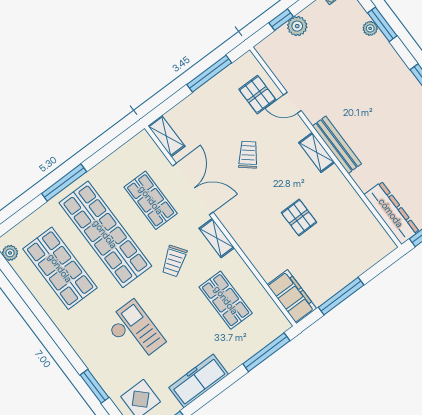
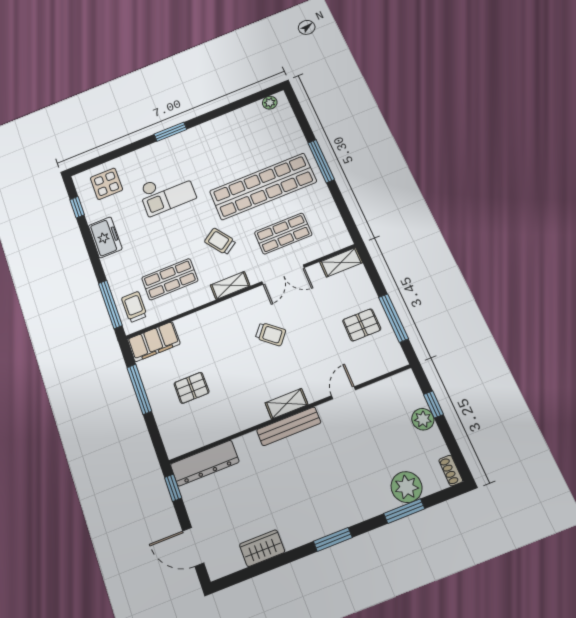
plant: (370, 28) -> (407, 487), width x1.88, depth x1.88
pallet: (257, 95) -> (362, 325), moved
trolley: (248, 155) -> (271, 334), moved
double door: (193, 189) -> (283, 275), width x0.73
pallet: (299, 218) -> (191, 388), moved
shop shelf: (60, 268) -> (243, 141), removed
trolley: (263, 327) -> (134, 307), added
freezer: (199, 381) -> (105, 237), width x0.71
window: (94, 386) -> (170, 132), moved

